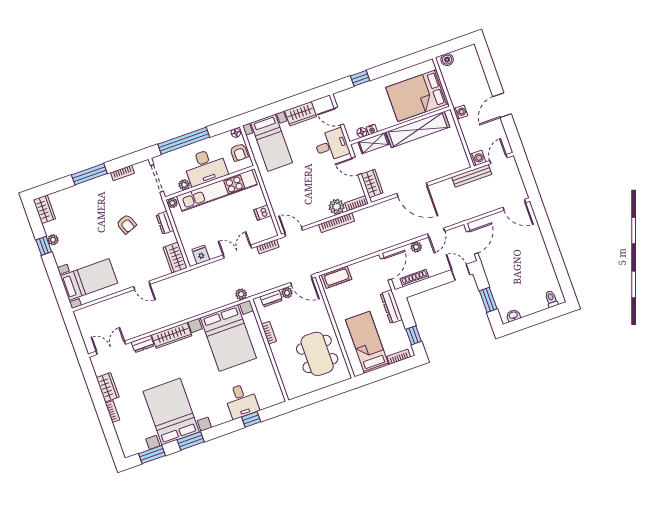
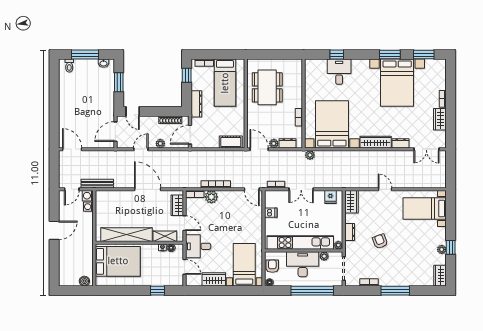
washing machine: (461, 112) -> (88, 207), moved
window: (538, 318) -> (85, 55), added

